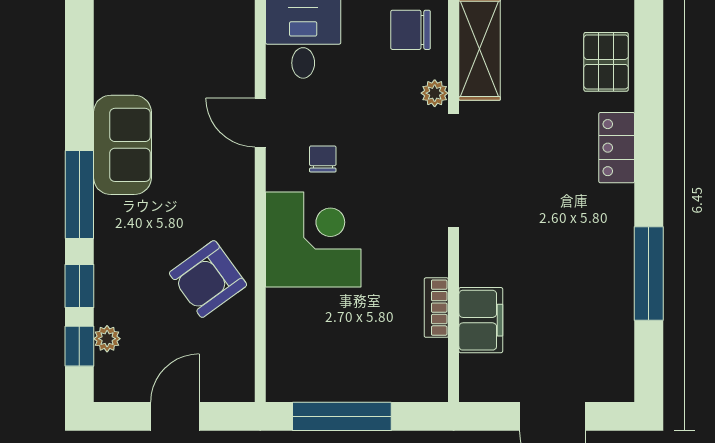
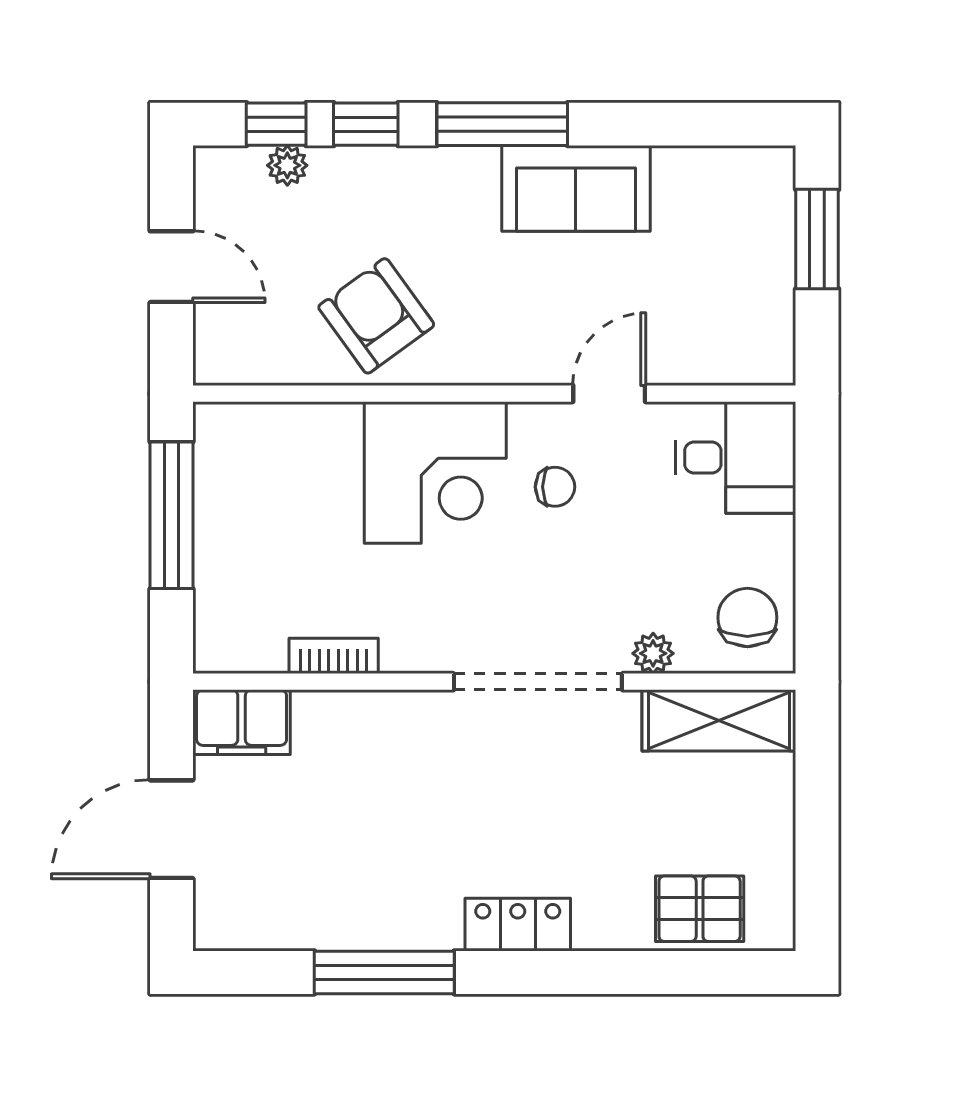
locker: (617, 148) -> (518, 925), moved
filing cabinet: (481, 320) -> (242, 722), moved

